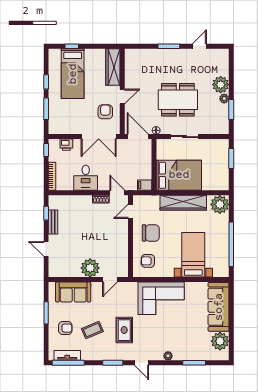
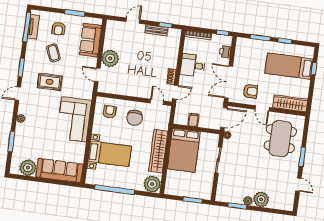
dining table: (178, 100) -> (280, 139), moved
filing cabinet: (145, 185) -> (193, 120), moved

